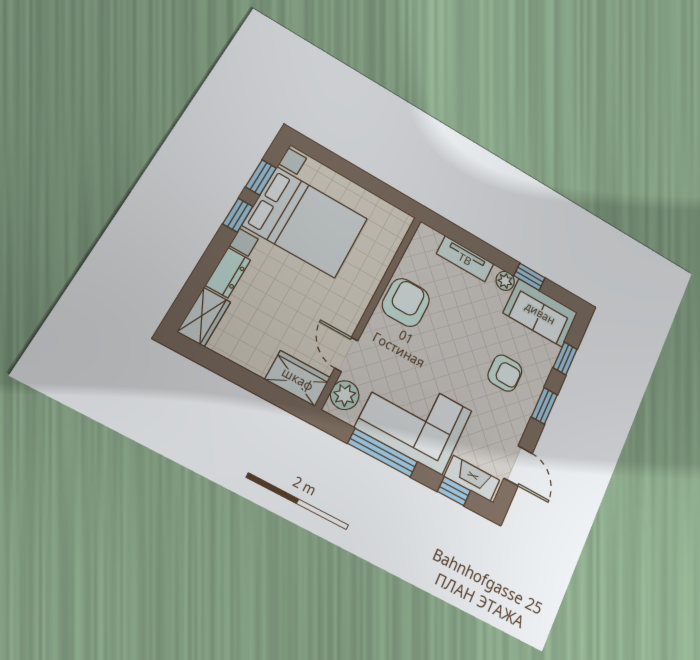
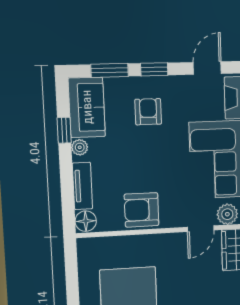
floor lamp: (427, 239) -> (86, 221), added
window: (565, 358) -> (110, 70), width x1.50

